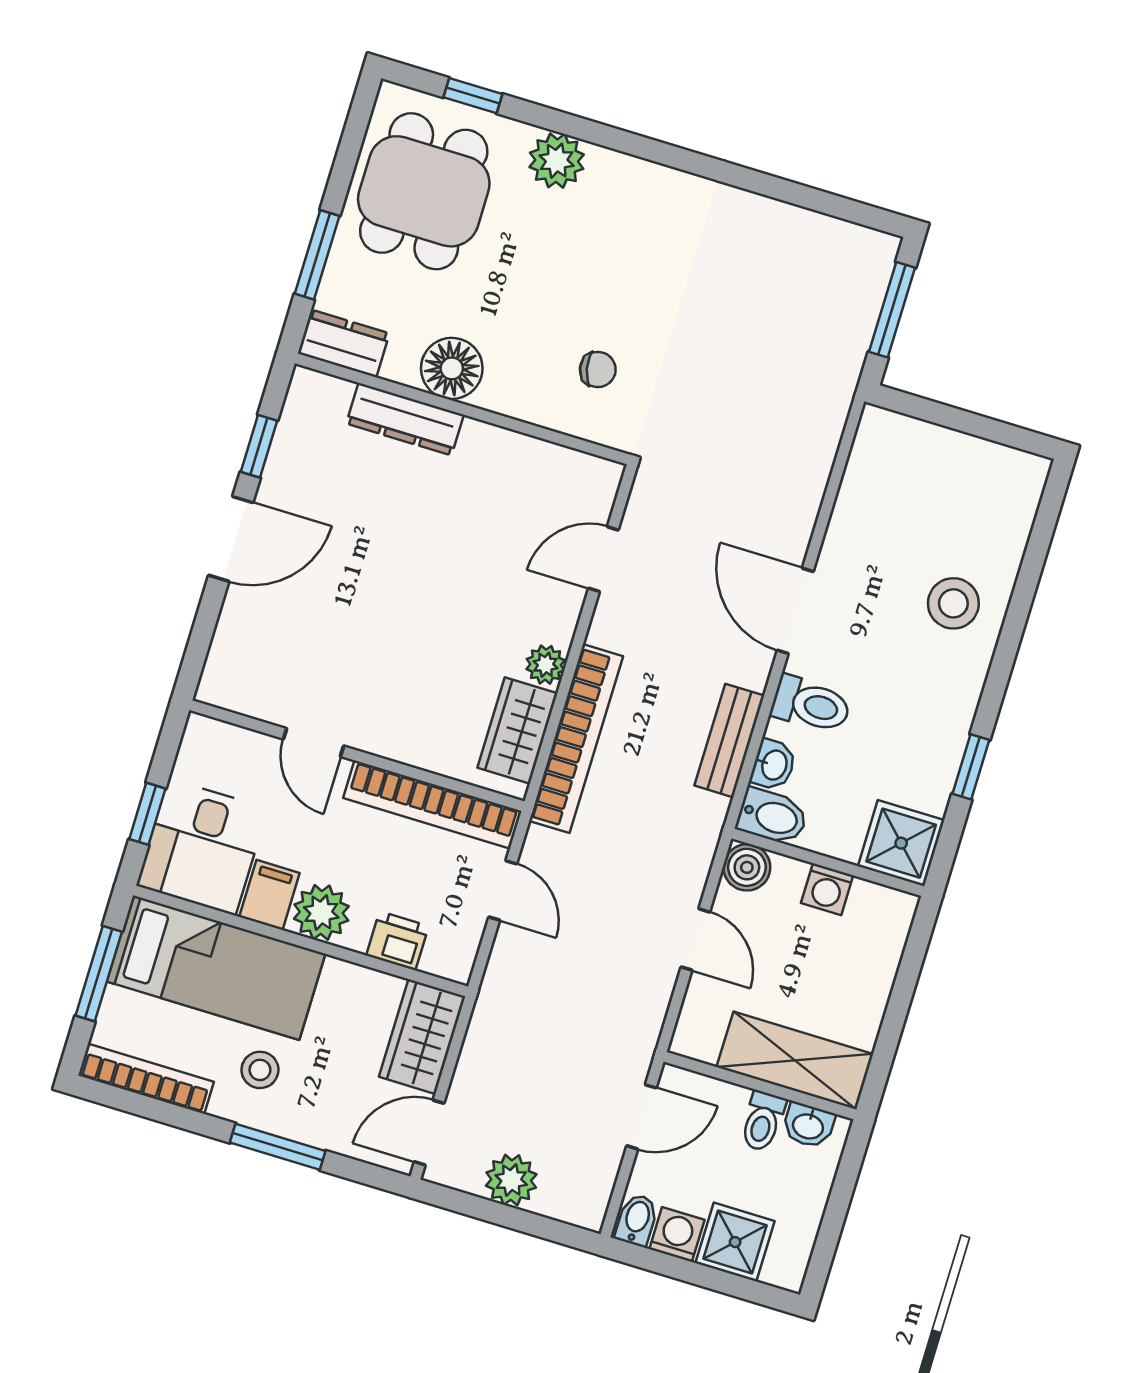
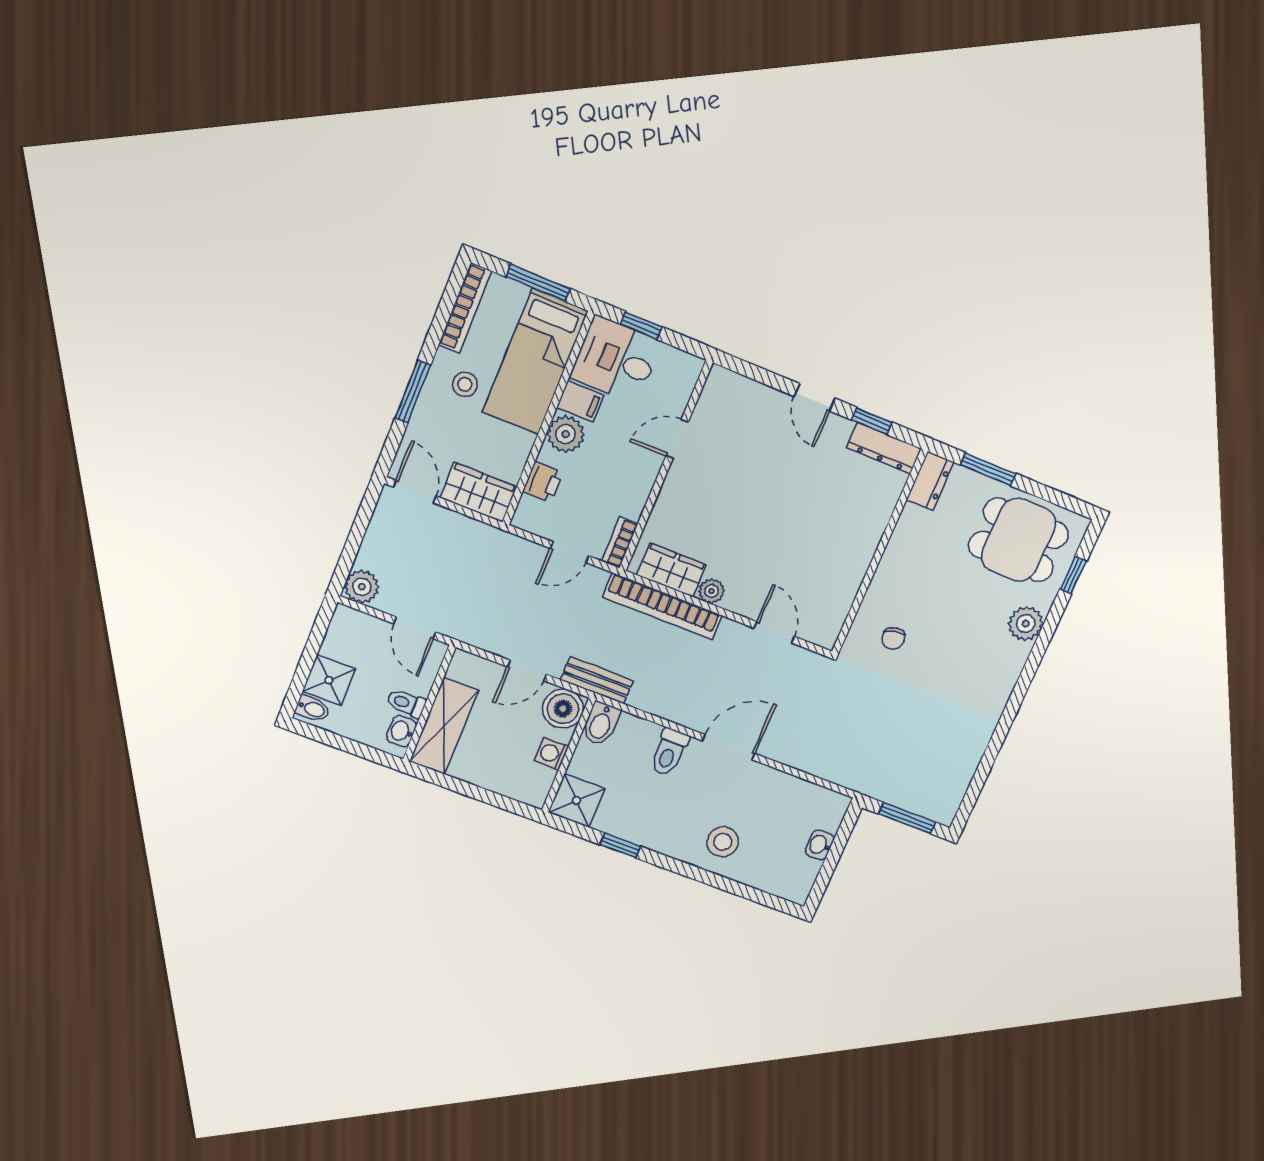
floor lamp: (452, 368) -> (906, 548), removed
dresser: (405, 419) -> (884, 448), moved, turned -90
door: (231, 539) -> (815, 397), width x0.73
bench: (729, 741) -> (597, 680), moved
washbasin: (773, 765) -> (820, 845), moved, turned 90
bookcase: (432, 804) -> (620, 543), width x0.43, depth x0.76
boiler: (747, 867) -> (563, 709), width x1.36, depth x1.36
plant: (511, 1180) -> (362, 587), moved
bidet: (637, 1220) -> (312, 709), moved
washing machine: (677, 1234) -> (336, 644), removed

